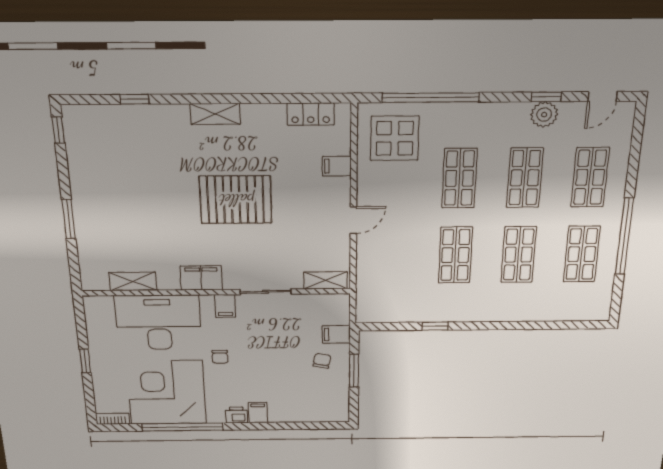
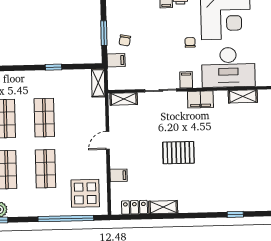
shelving: (215, 114) -> (163, 207), moved
pallet: (236, 200) -> (178, 153), width x0.73, depth x0.71
shelving: (366, 303) -> (98, 83), added

